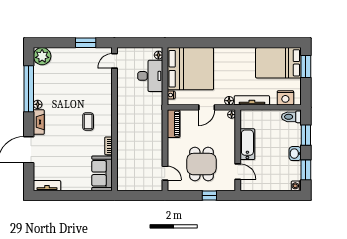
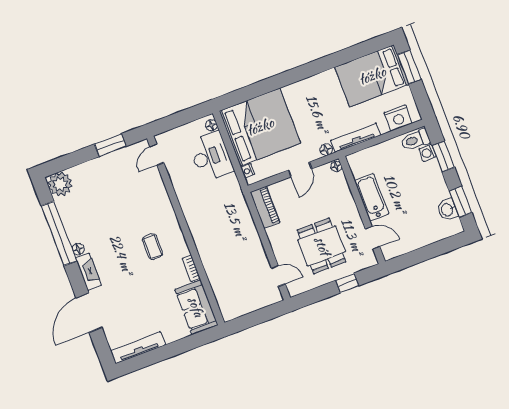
washbasin: (295, 154) -> (447, 210), moved
tv unit: (47, 186) -> (138, 348), width x1.41
washing machine: (296, 186) -> (428, 153), moved

